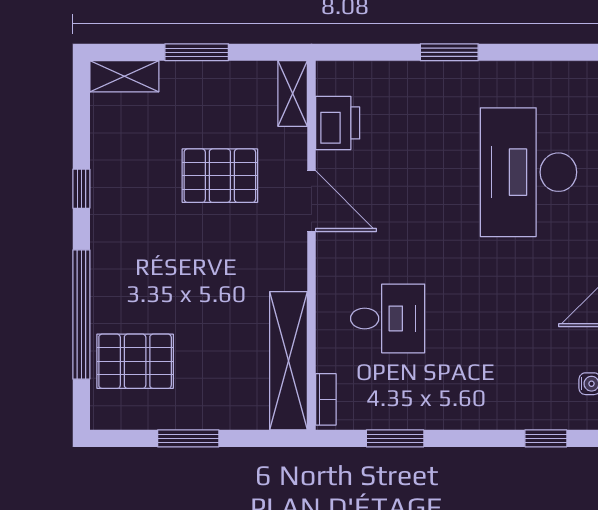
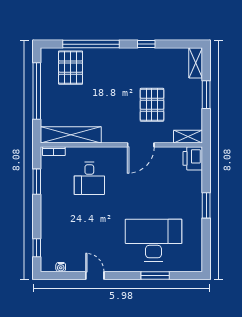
printer: (338, 123) -> (193, 158), moved, turned 90
window: (188, 438) -> (37, 91), width x2.11

